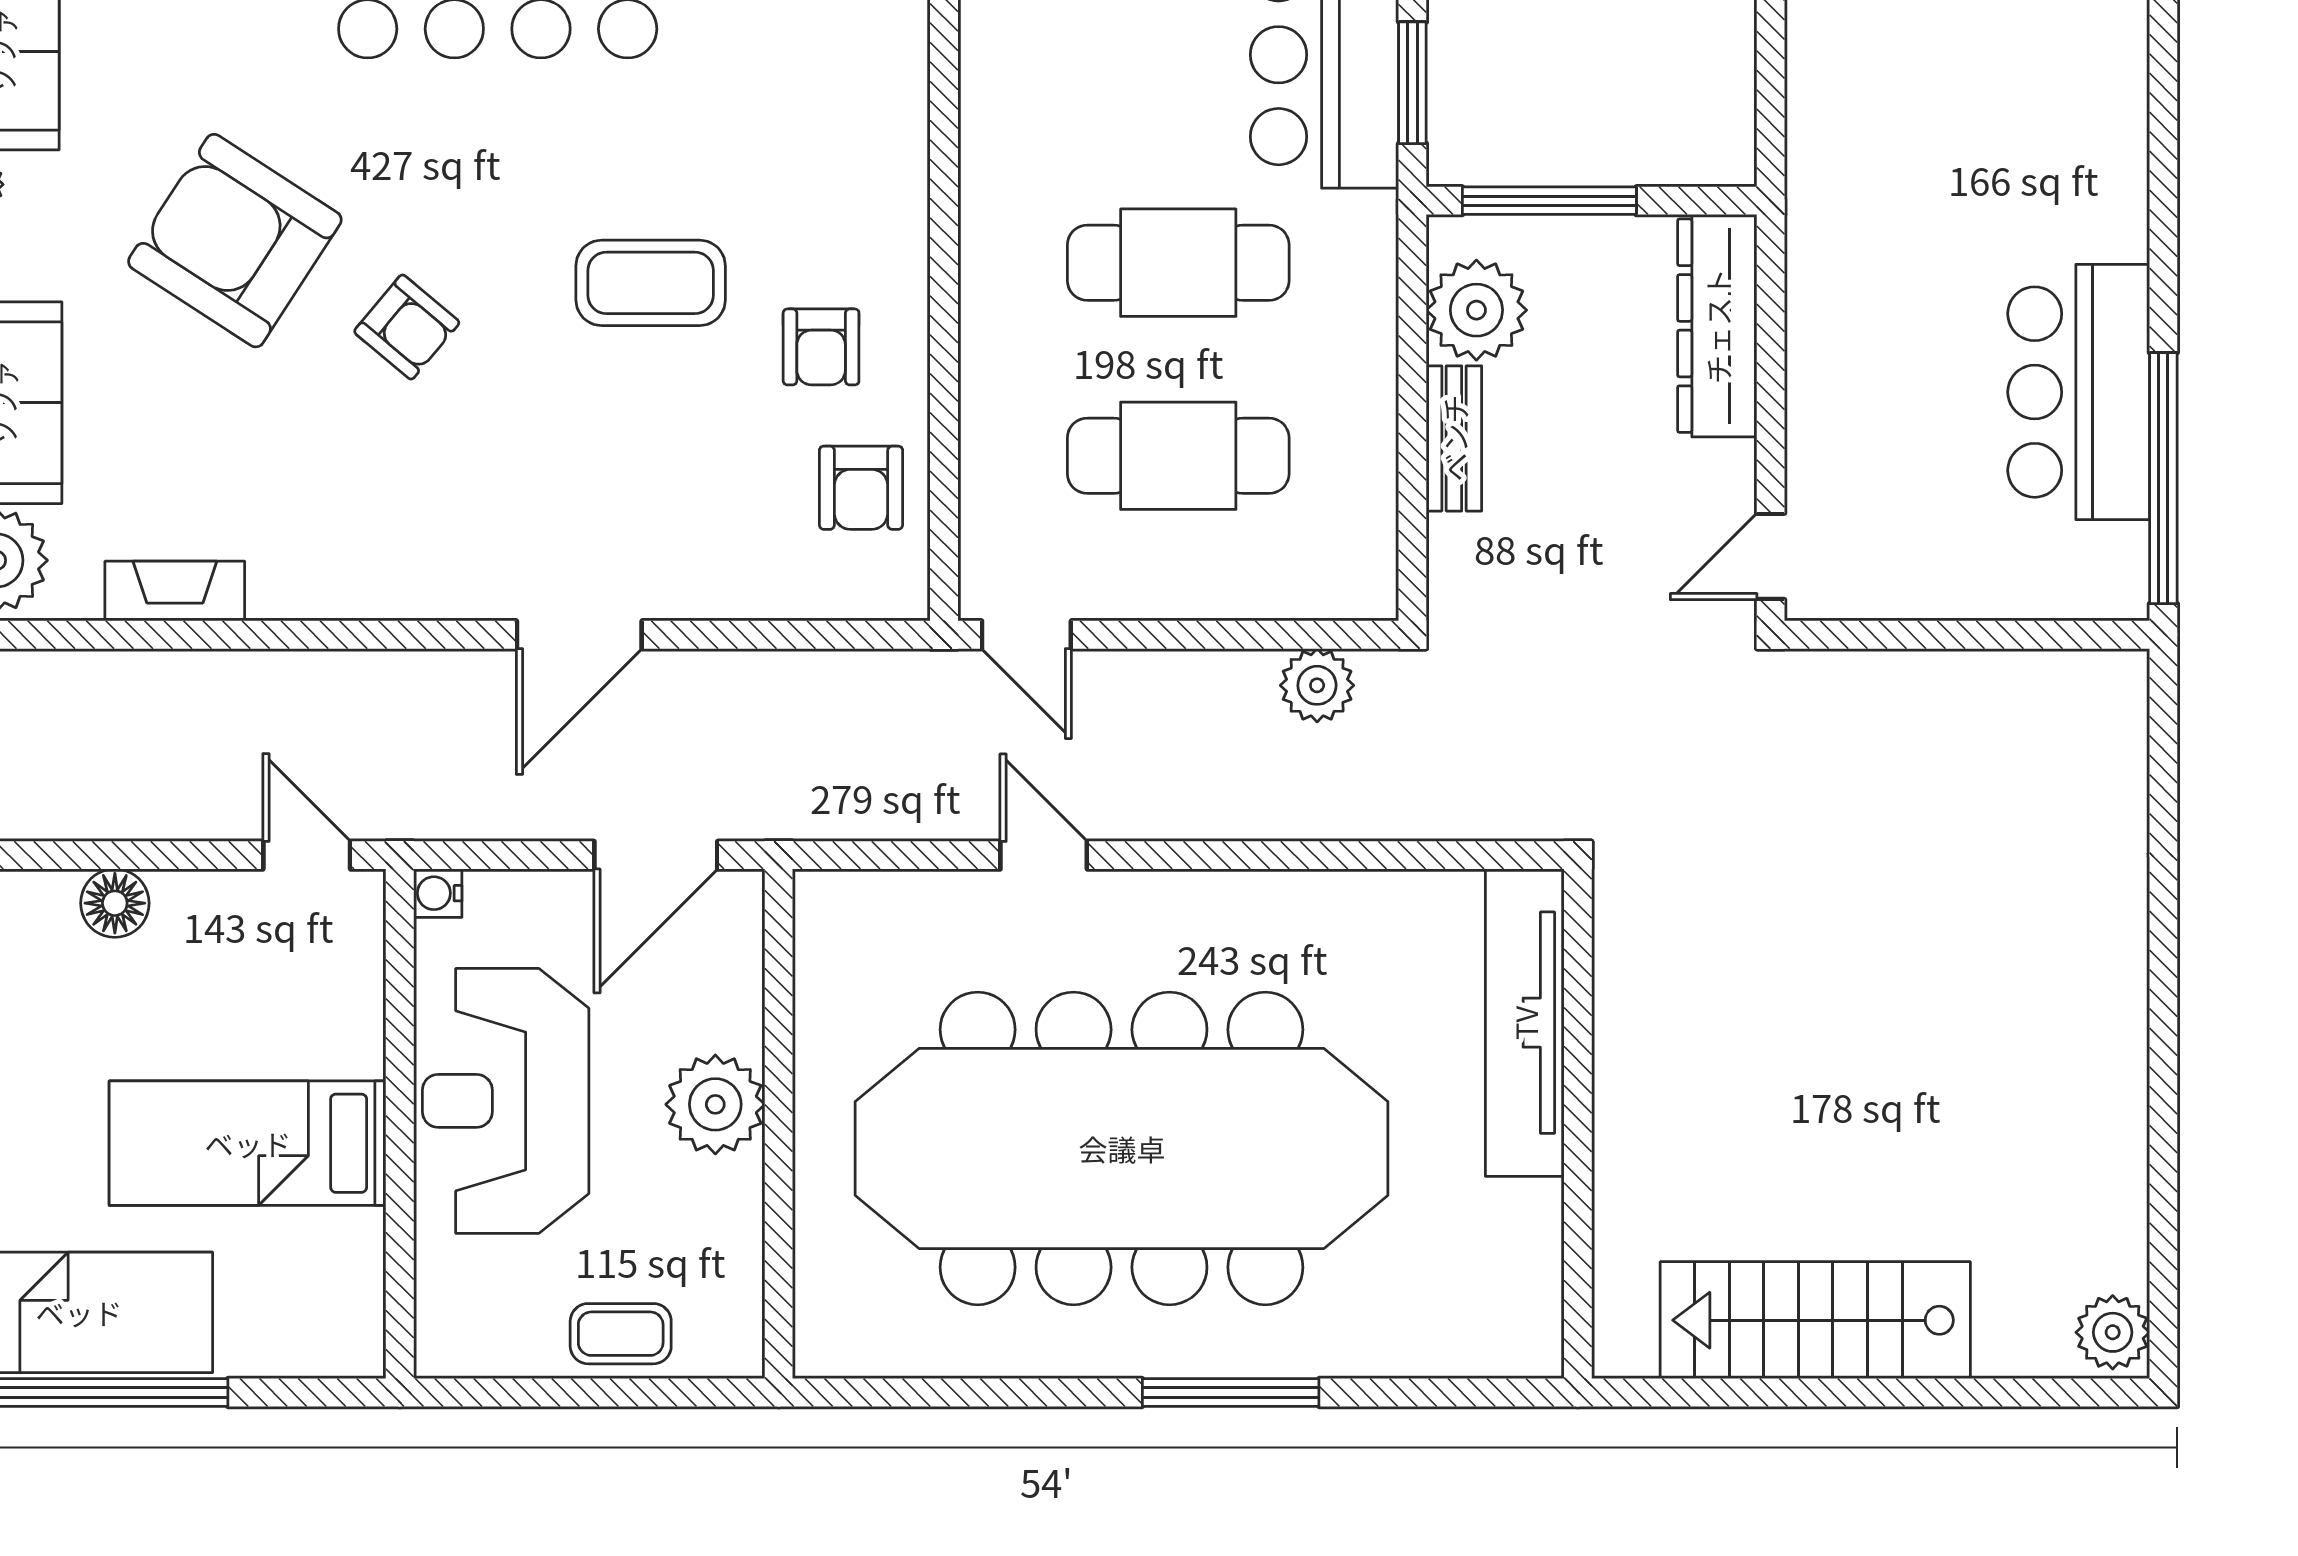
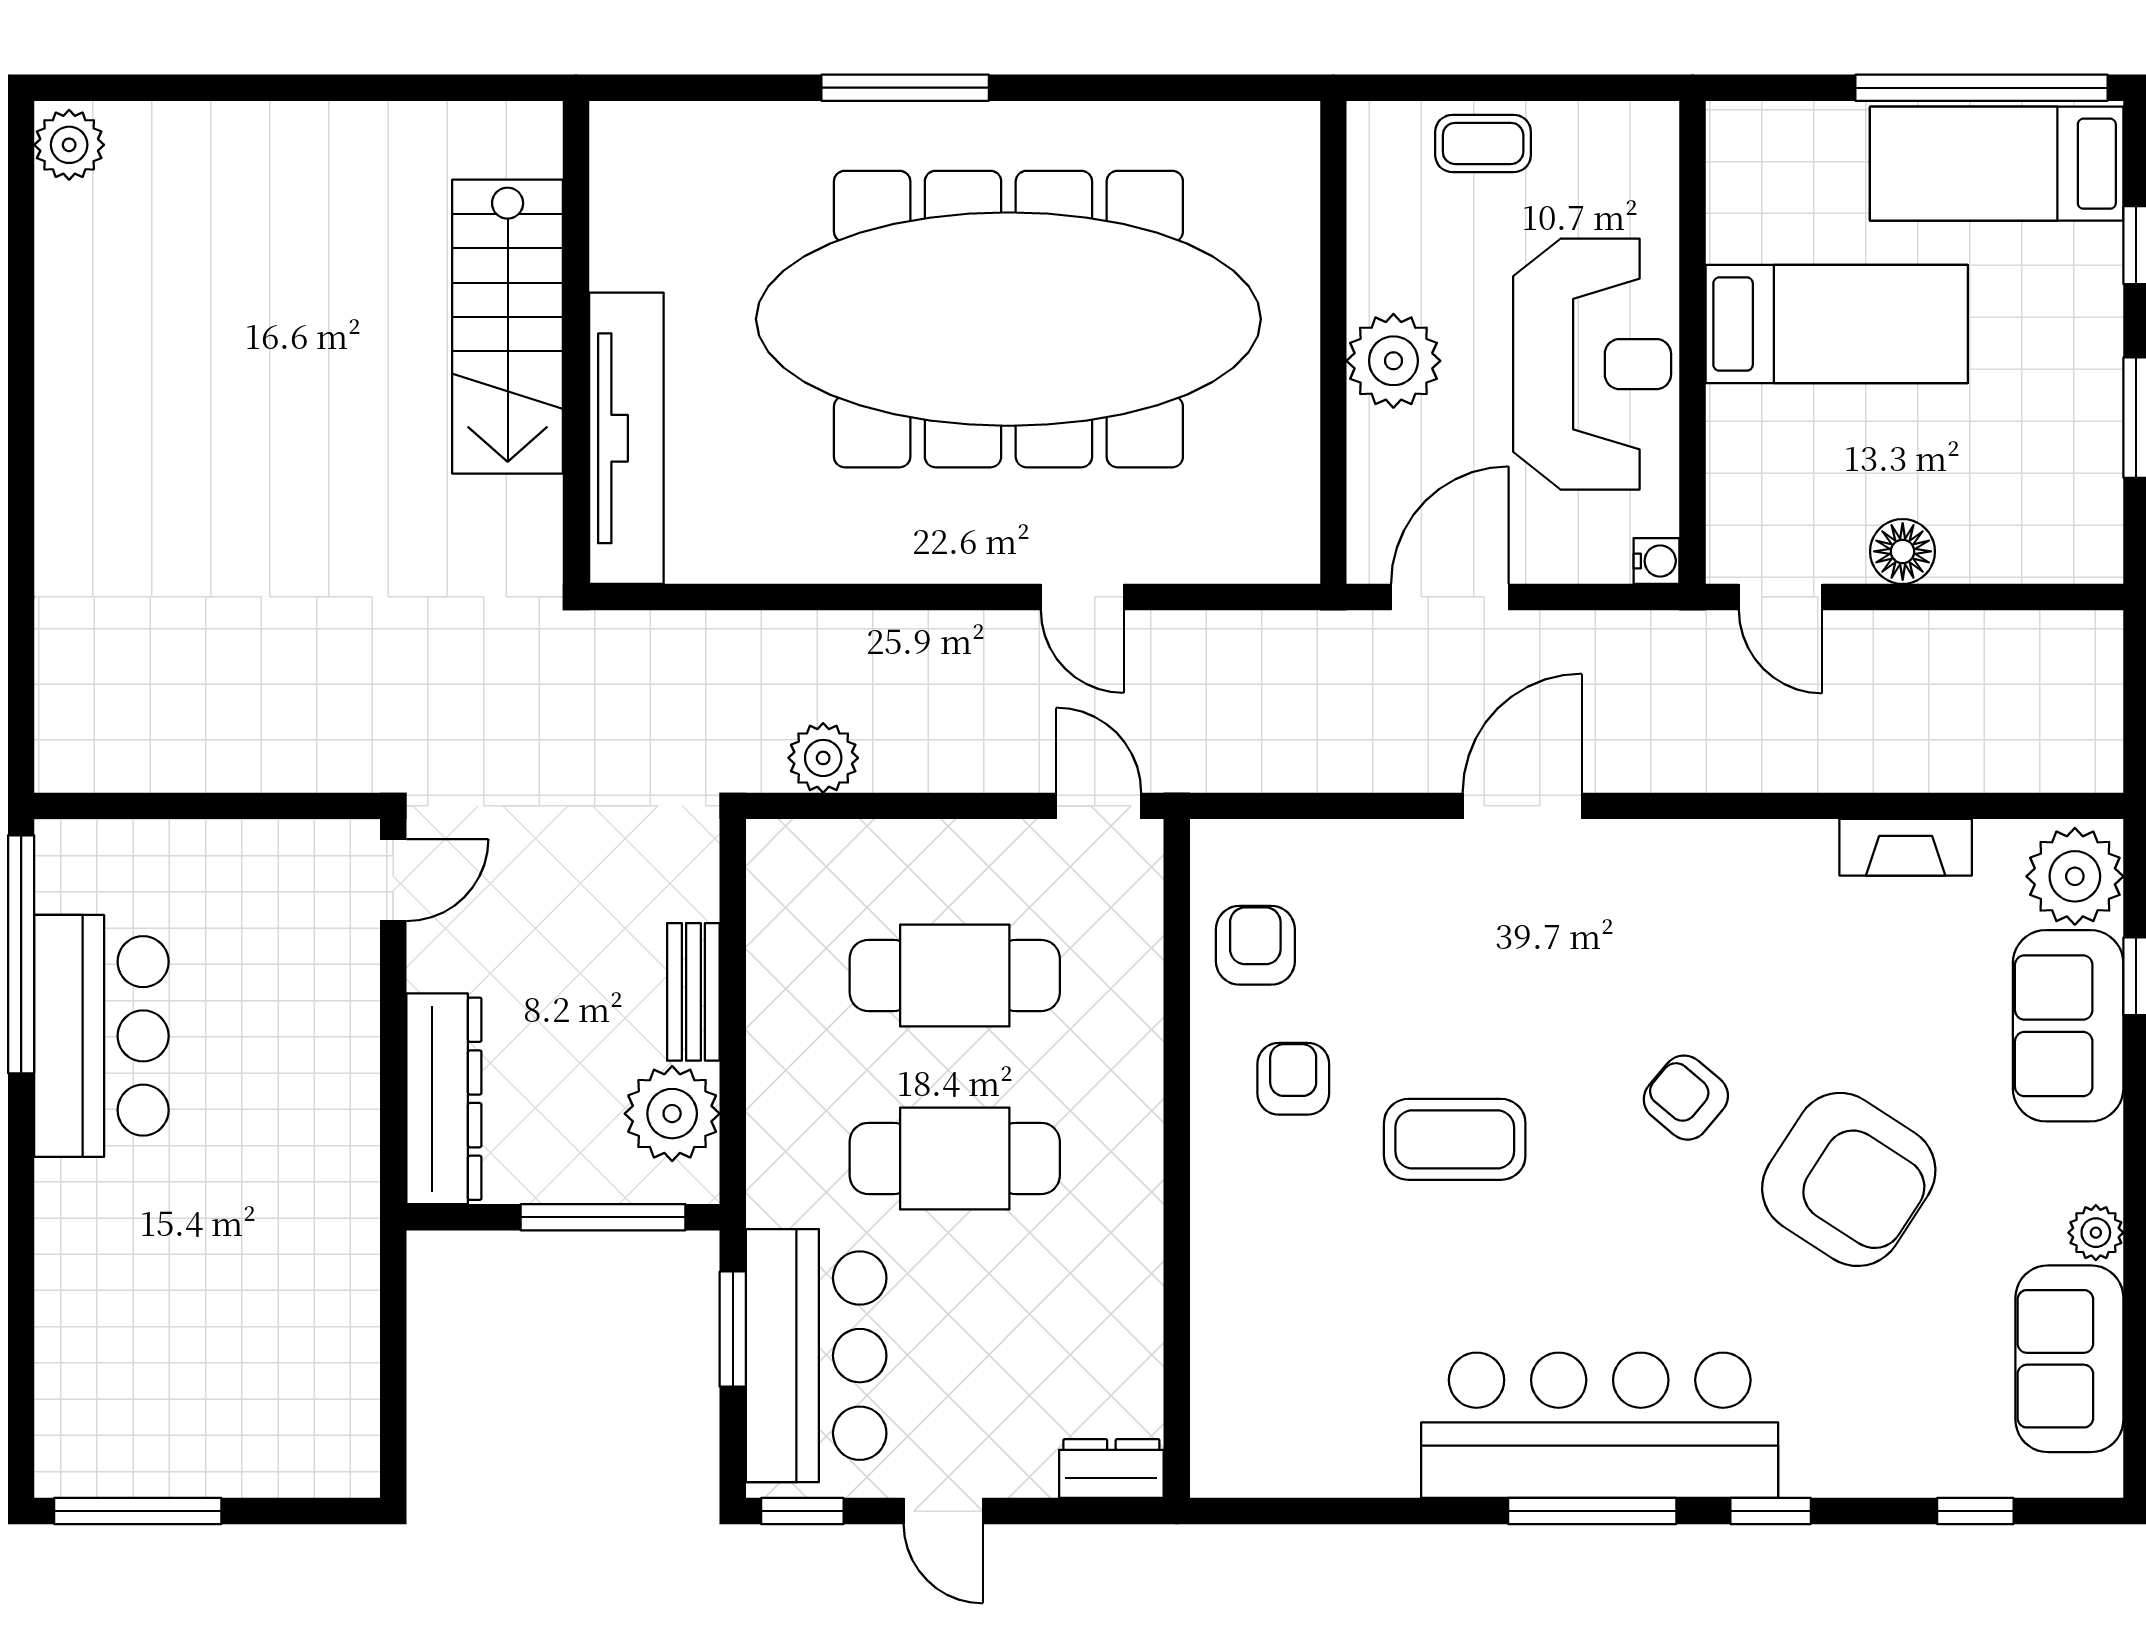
floor lamp: (115, 903) -> (1903, 551), moved
stairs: (1815, 1320) -> (508, 327), moved, turned 90

